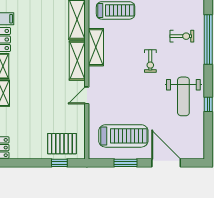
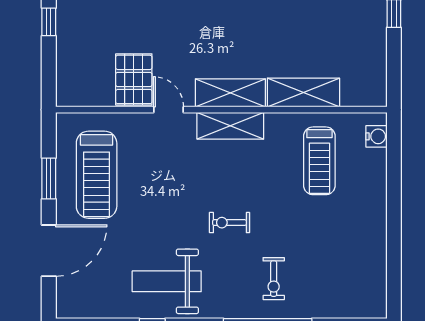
shelving: (96, 47) -> (230, 126), moved
pallet: (62, 144) -> (134, 79), moved
window: (59, 163) -> (49, 22), moved

